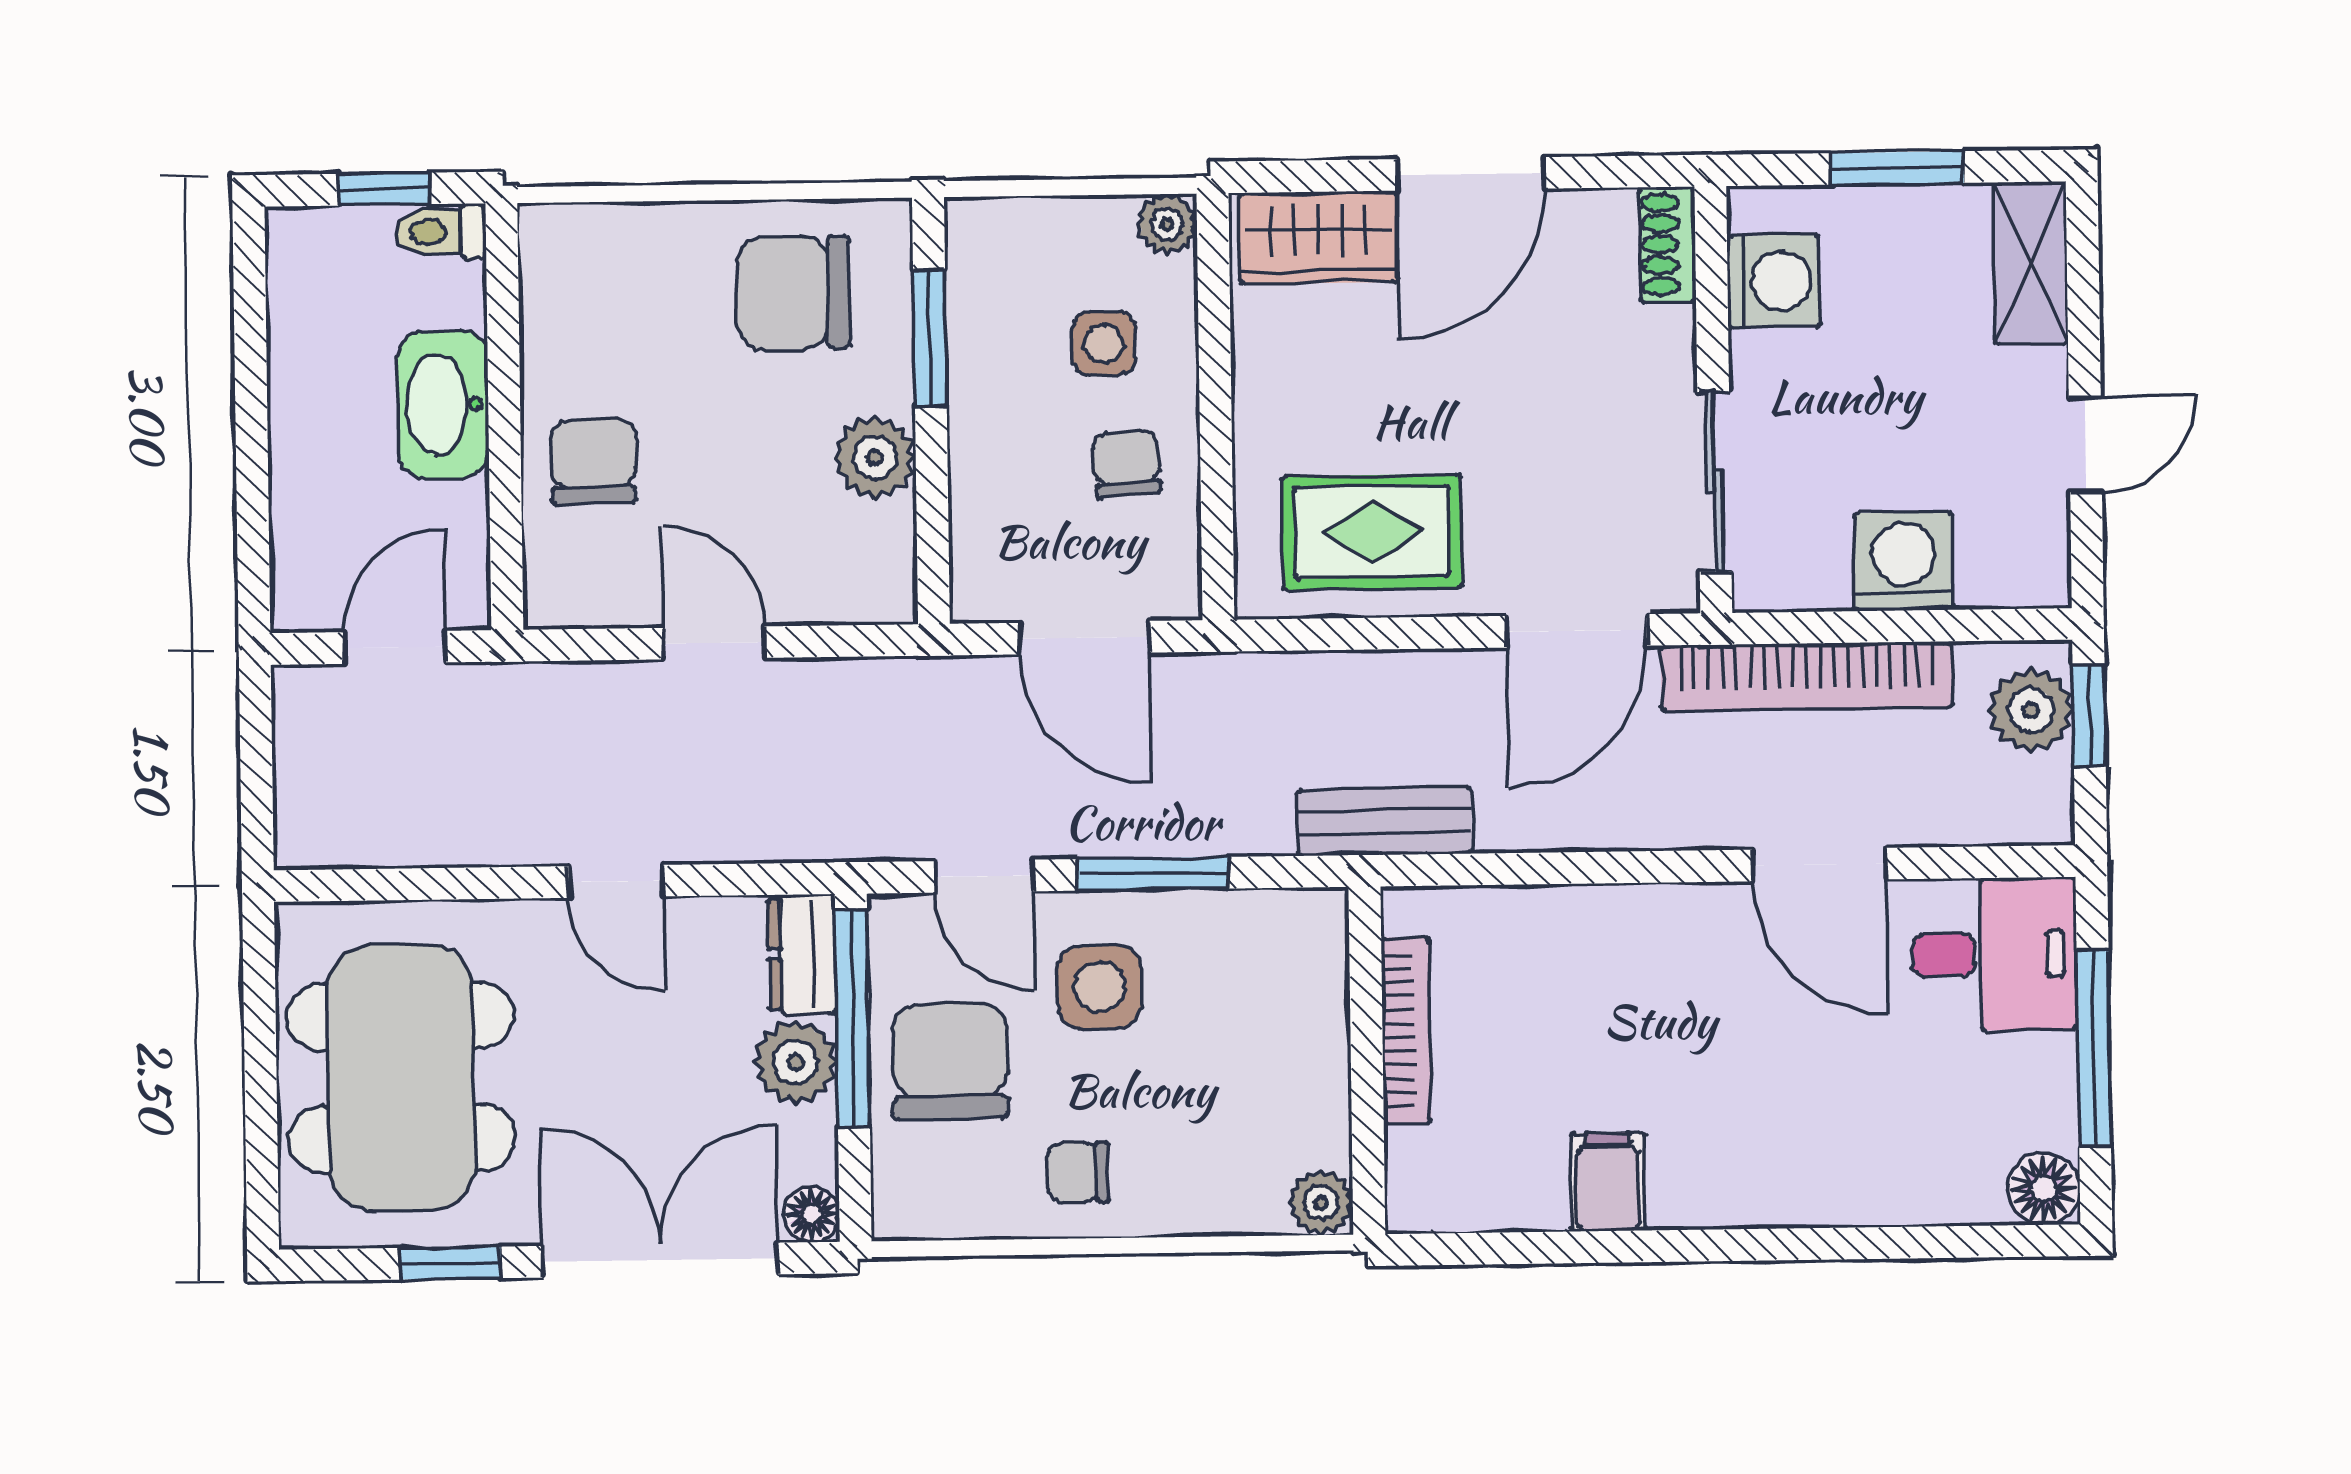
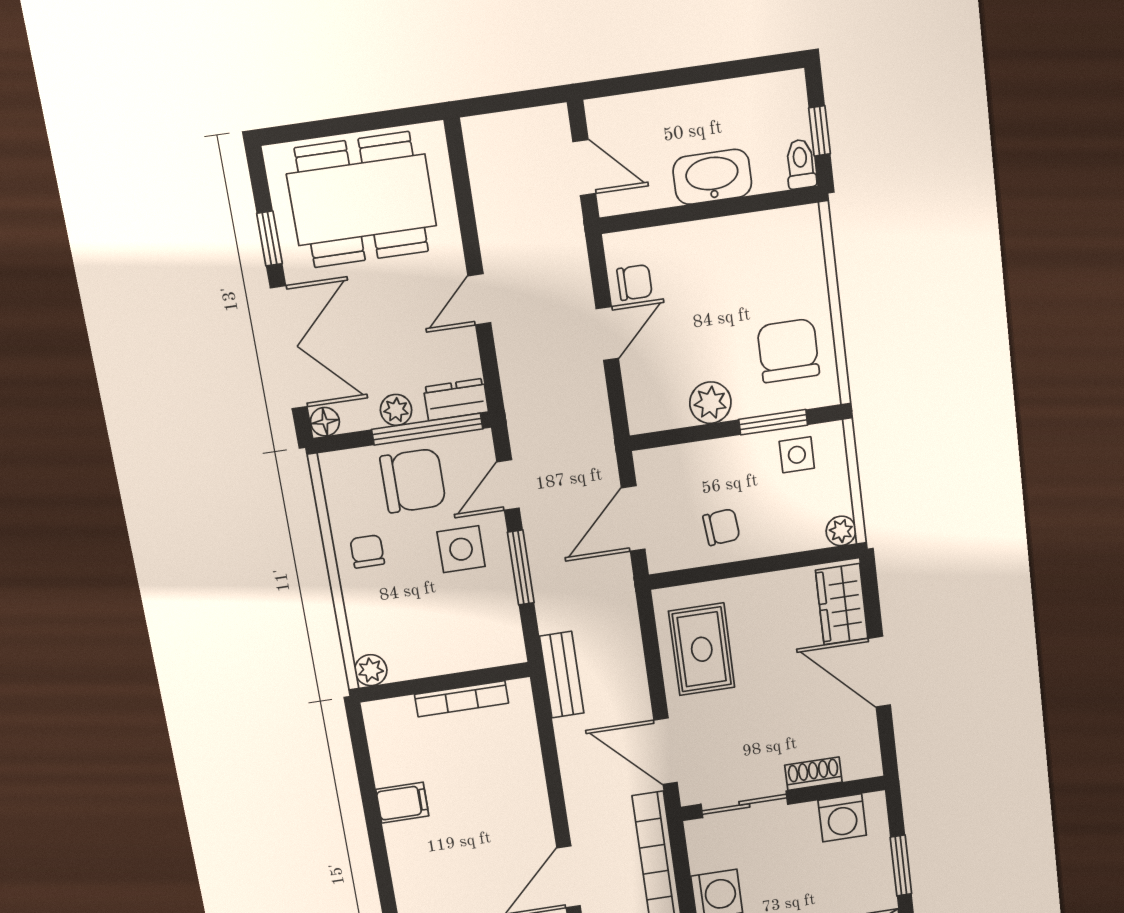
shoe rack: (1668, 244) -> (813, 774), moved
side table: (1104, 344) -> (797, 455), moved
chair: (594, 461) -> (635, 283), moved, width x0.73, depth x0.73
plant: (795, 1062) -> (396, 410), width x0.73, depth x0.73

